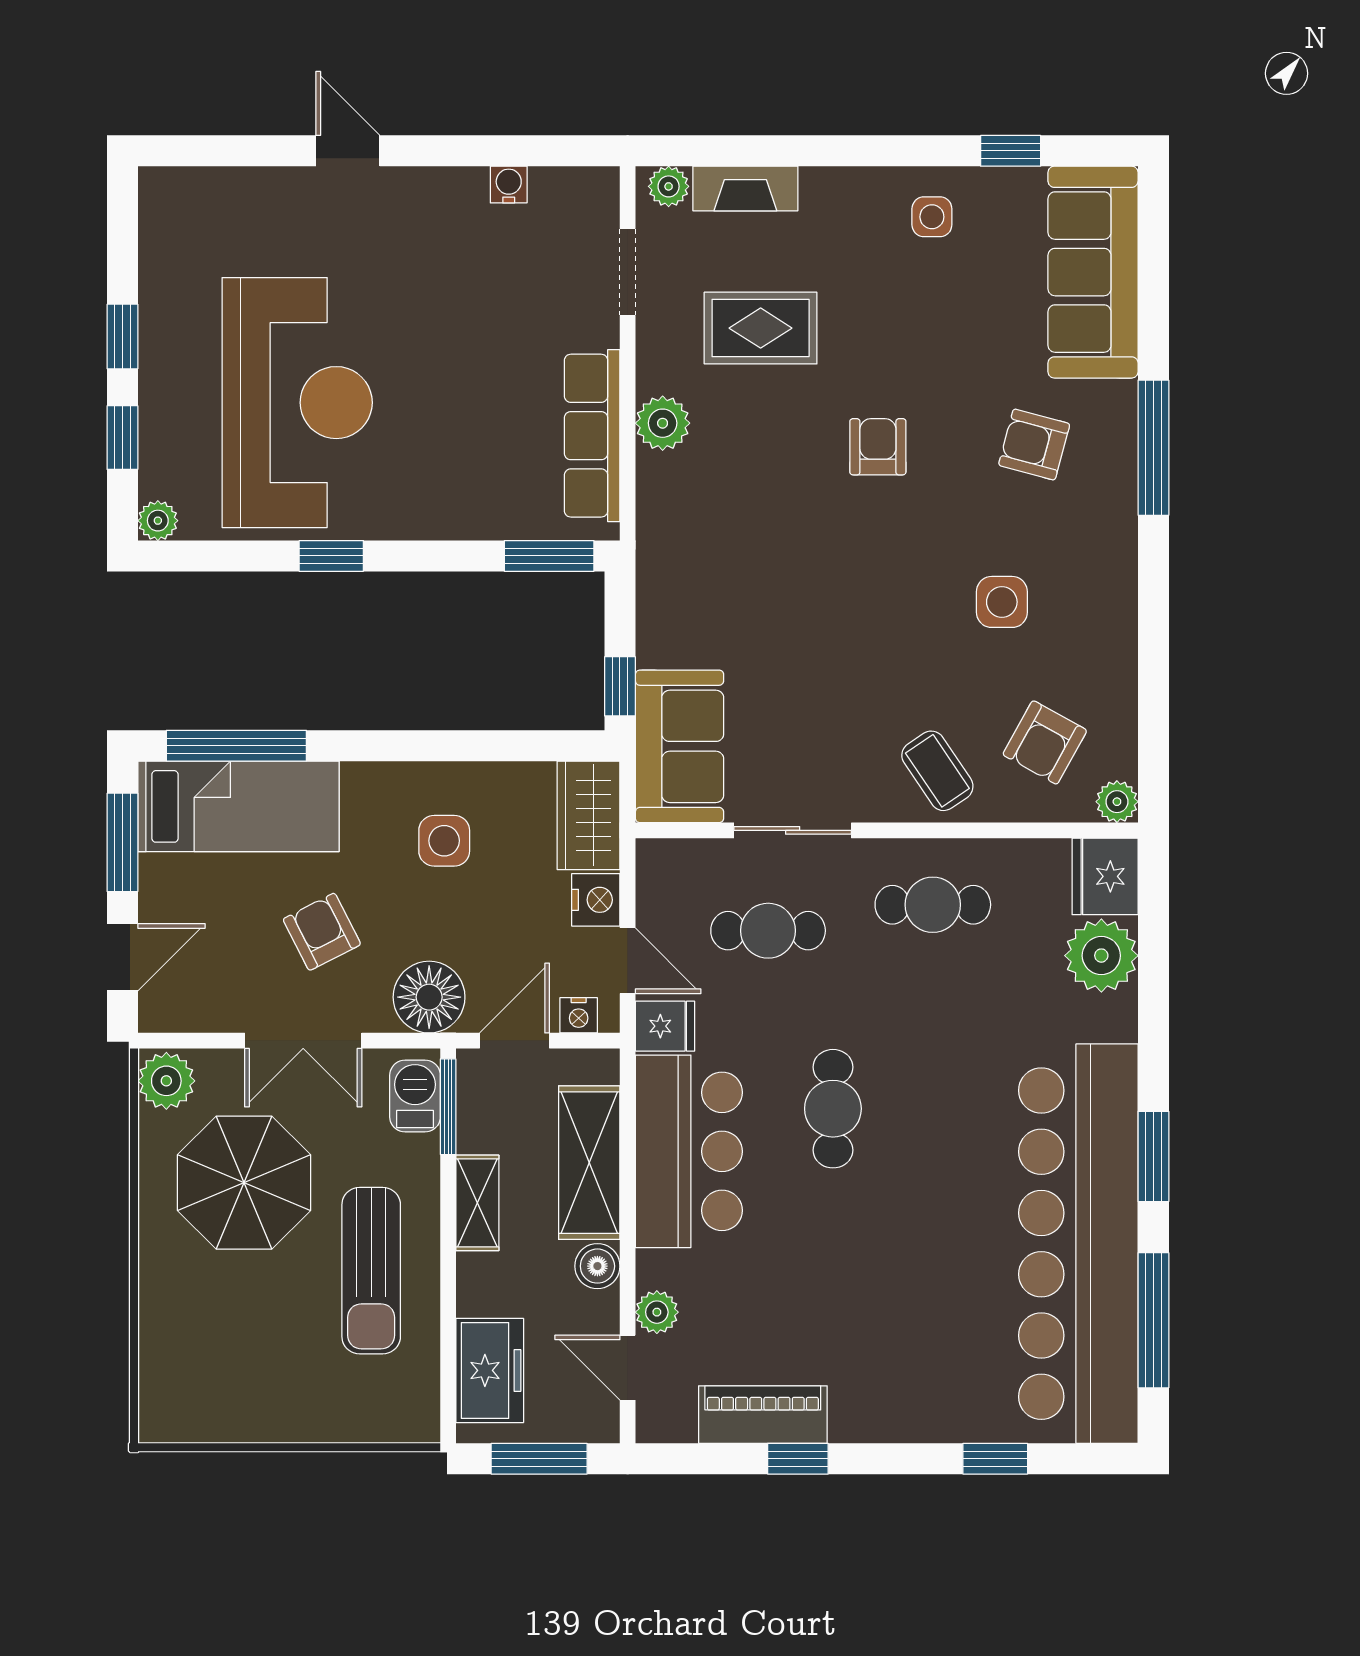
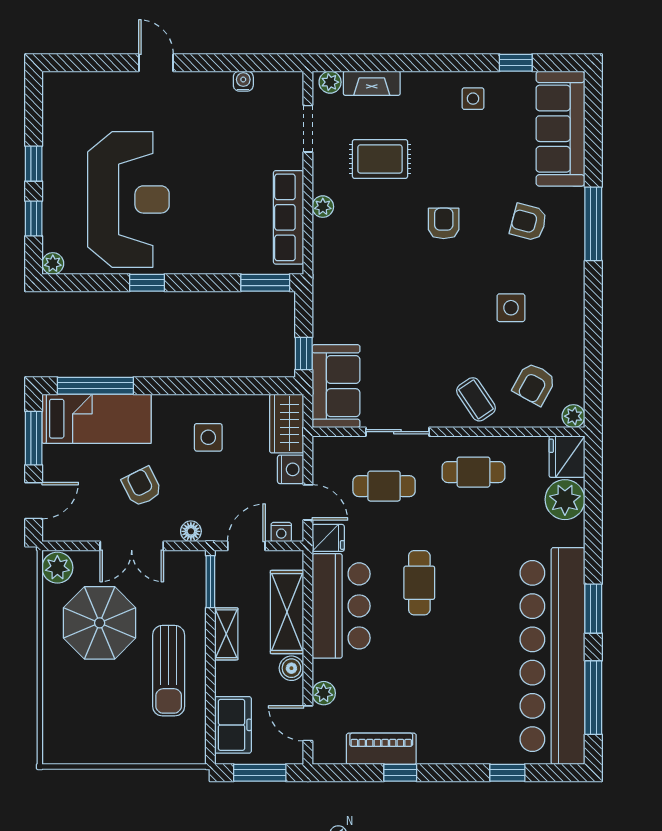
plant: (663, 423) -> (323, 207), width x0.73, depth x0.73
floor lamp: (429, 997) -> (191, 531), width x0.53, depth x0.53
barbecue: (415, 1096) -> (192, 576), removed

